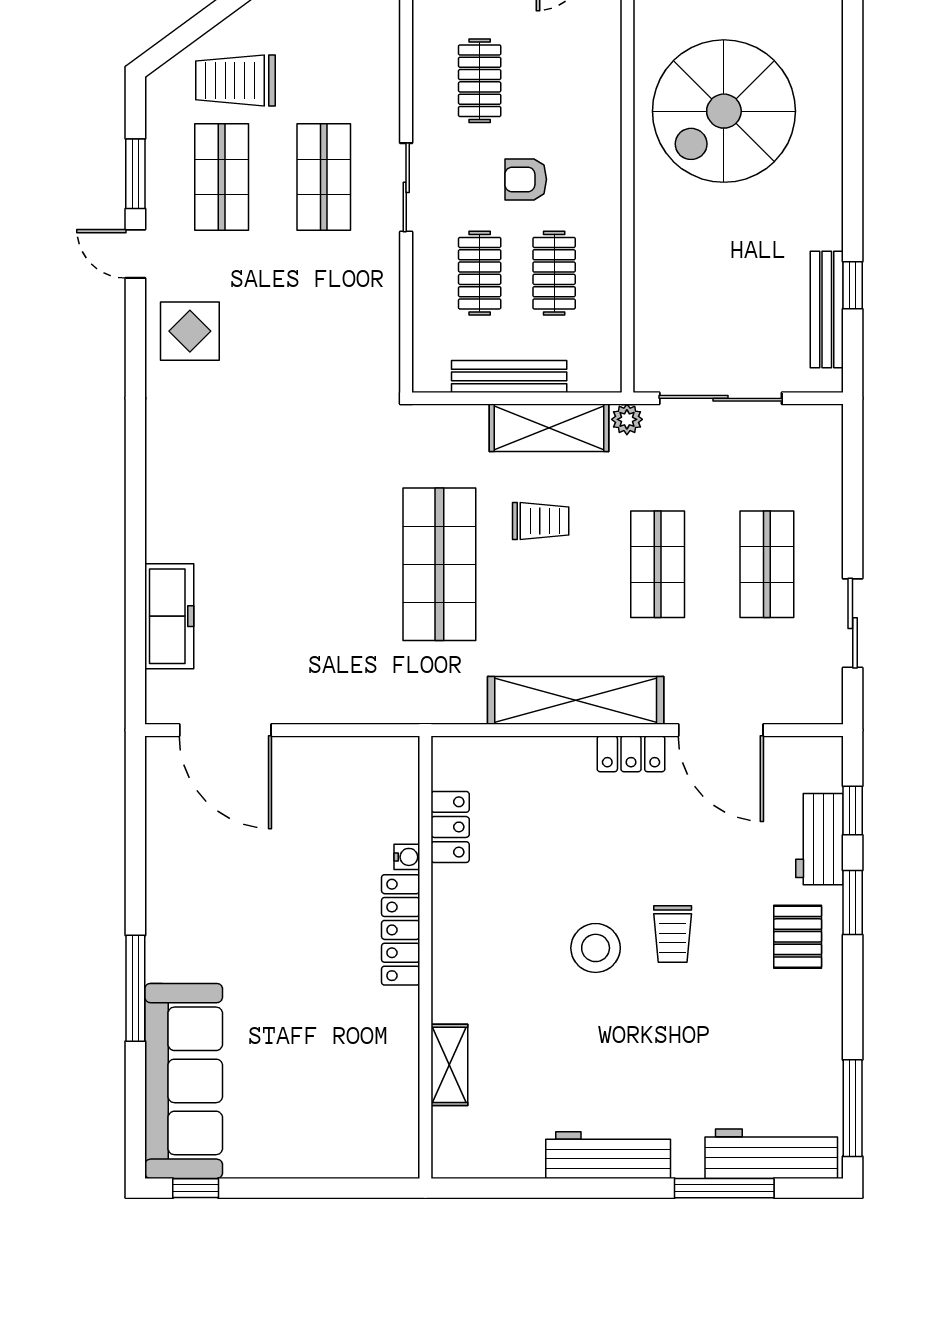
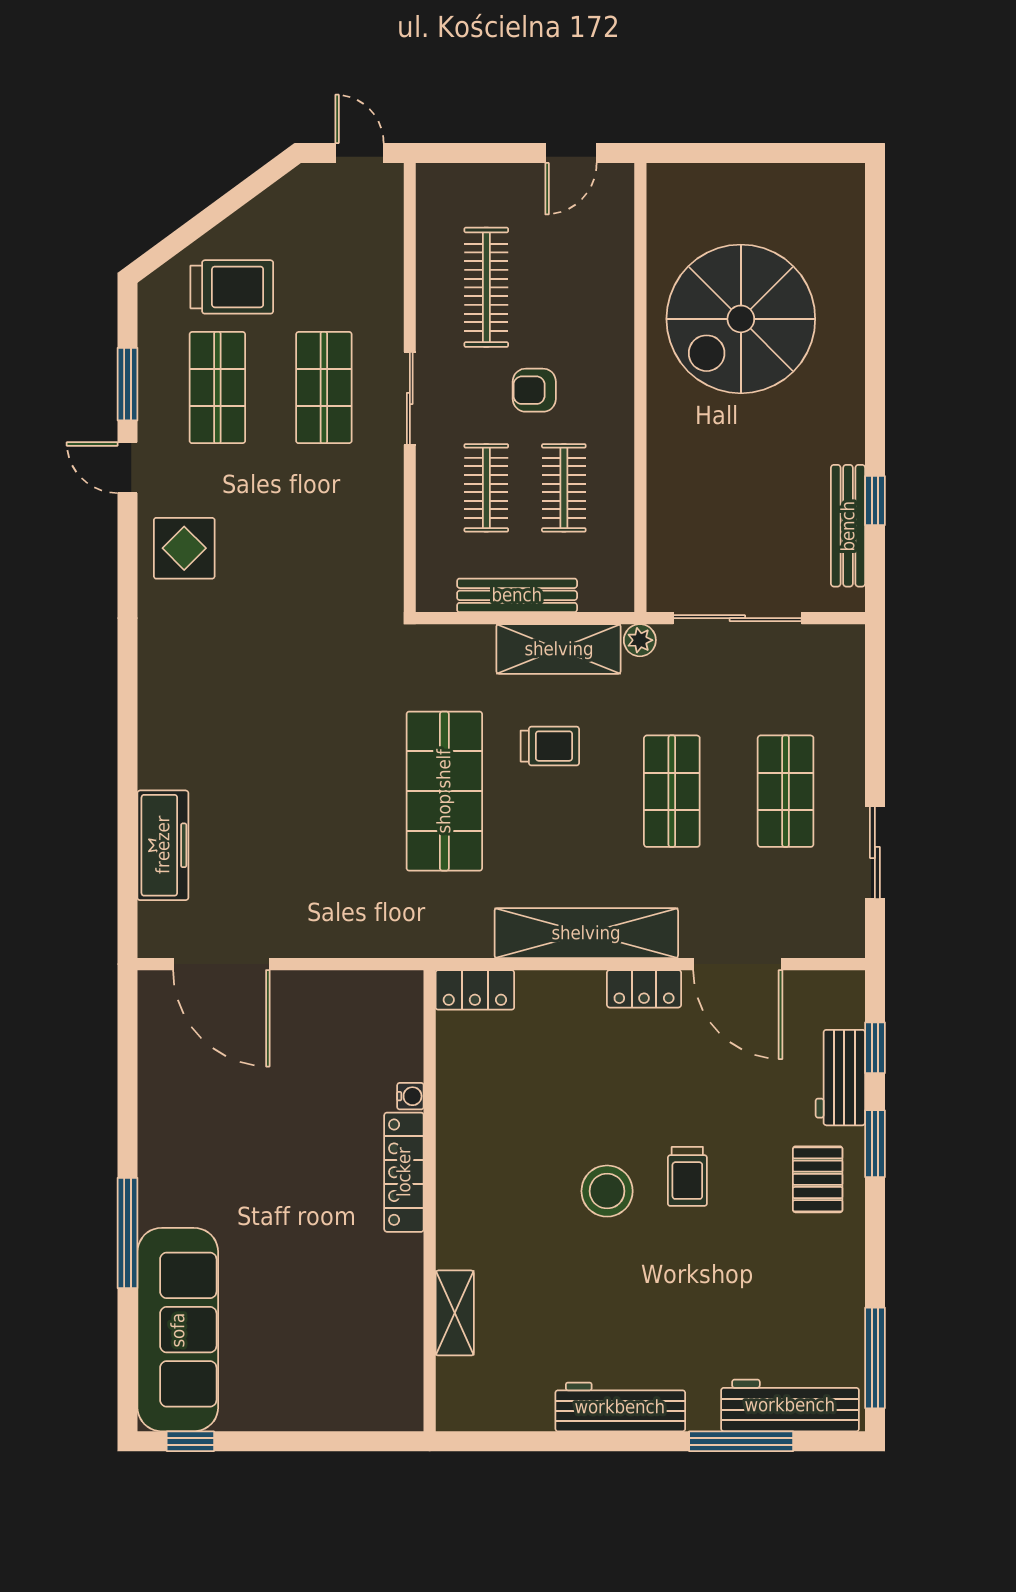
trolley: (235, 80) -> (232, 287), turned 180
clothes rail: (480, 81) -> (486, 287), width x1.36
locker: (450, 827) -> (475, 990), moved, turned 90

